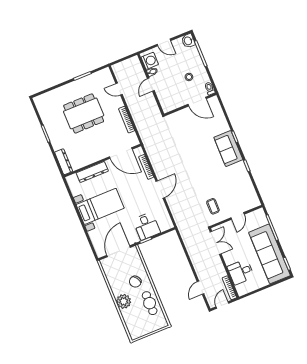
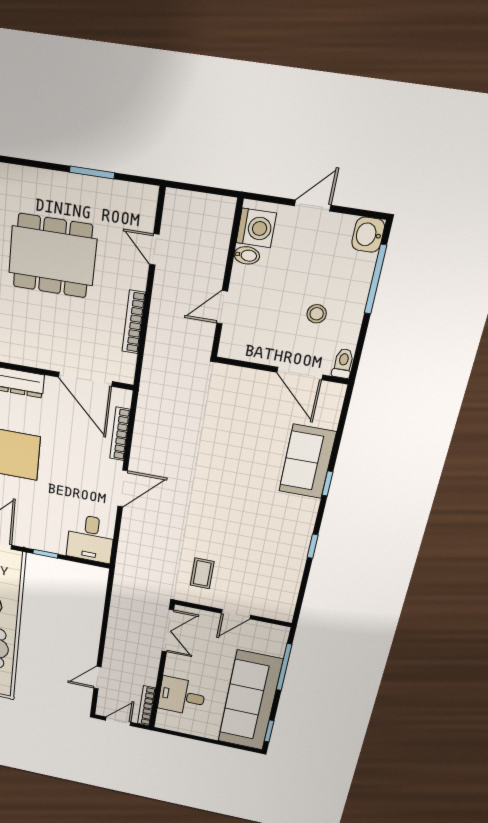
door: (164, 42) -> (313, 205), swing flipped
door: (151, 85) -> (222, 307), moved
sofa: (228, 149) -> (307, 462), moved
desk: (147, 226) -> (91, 539), moved

